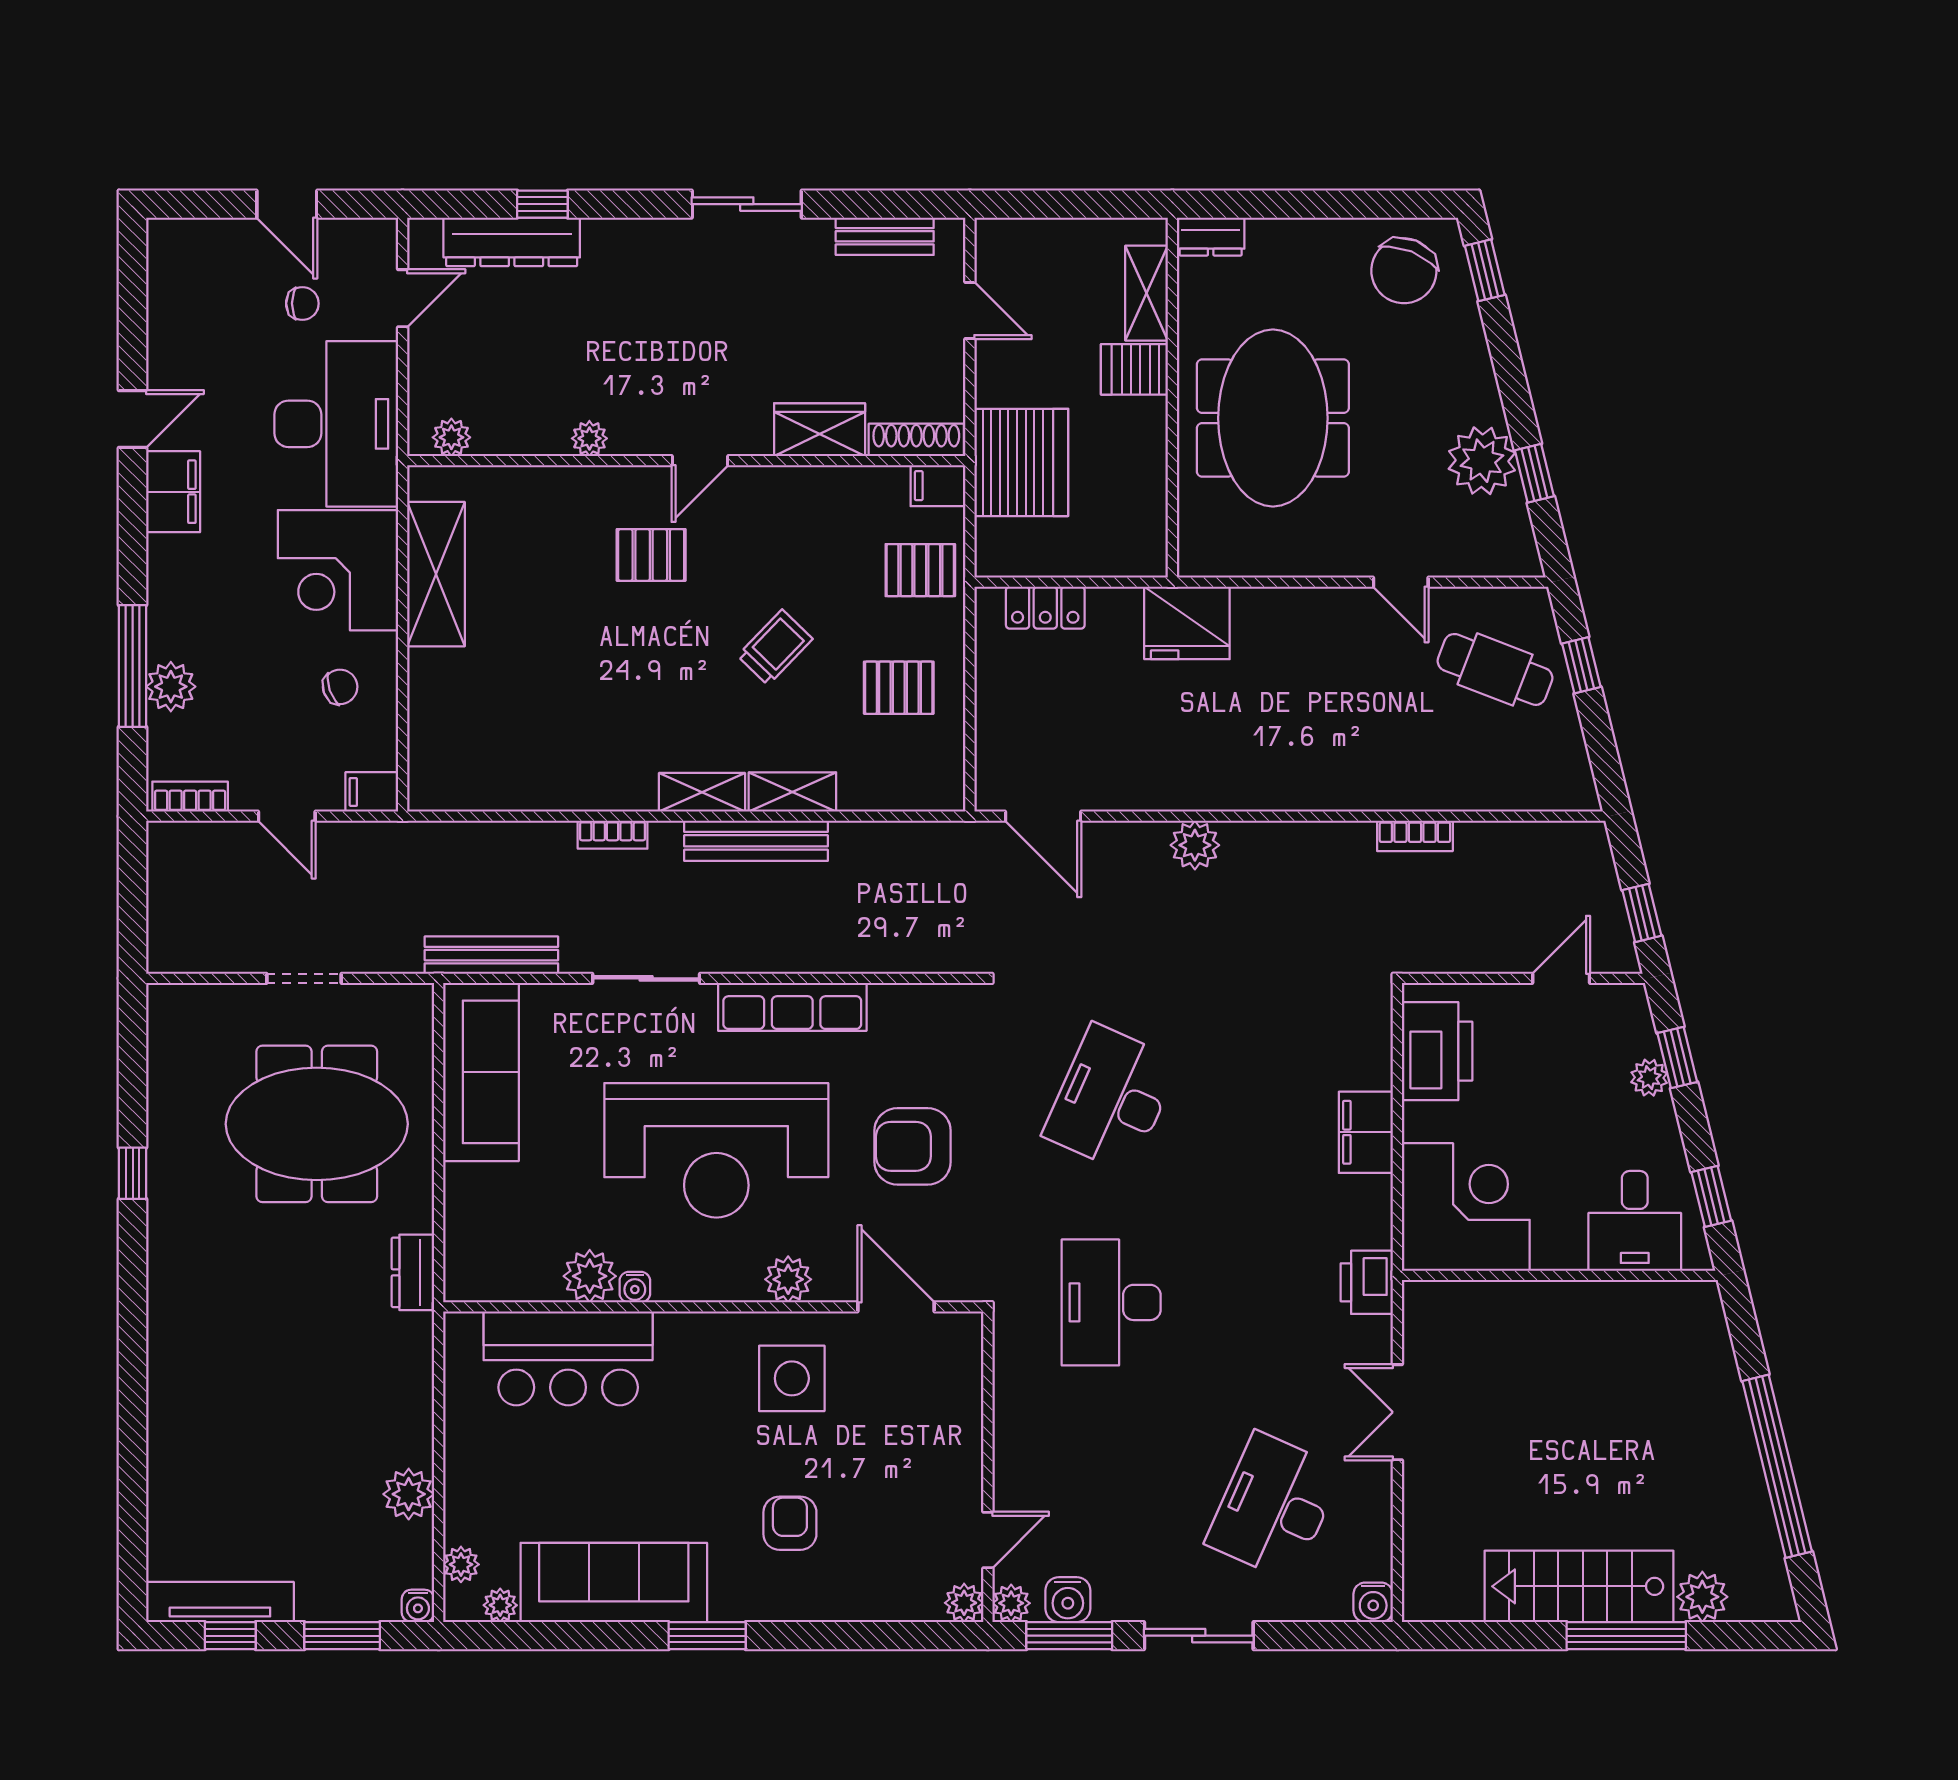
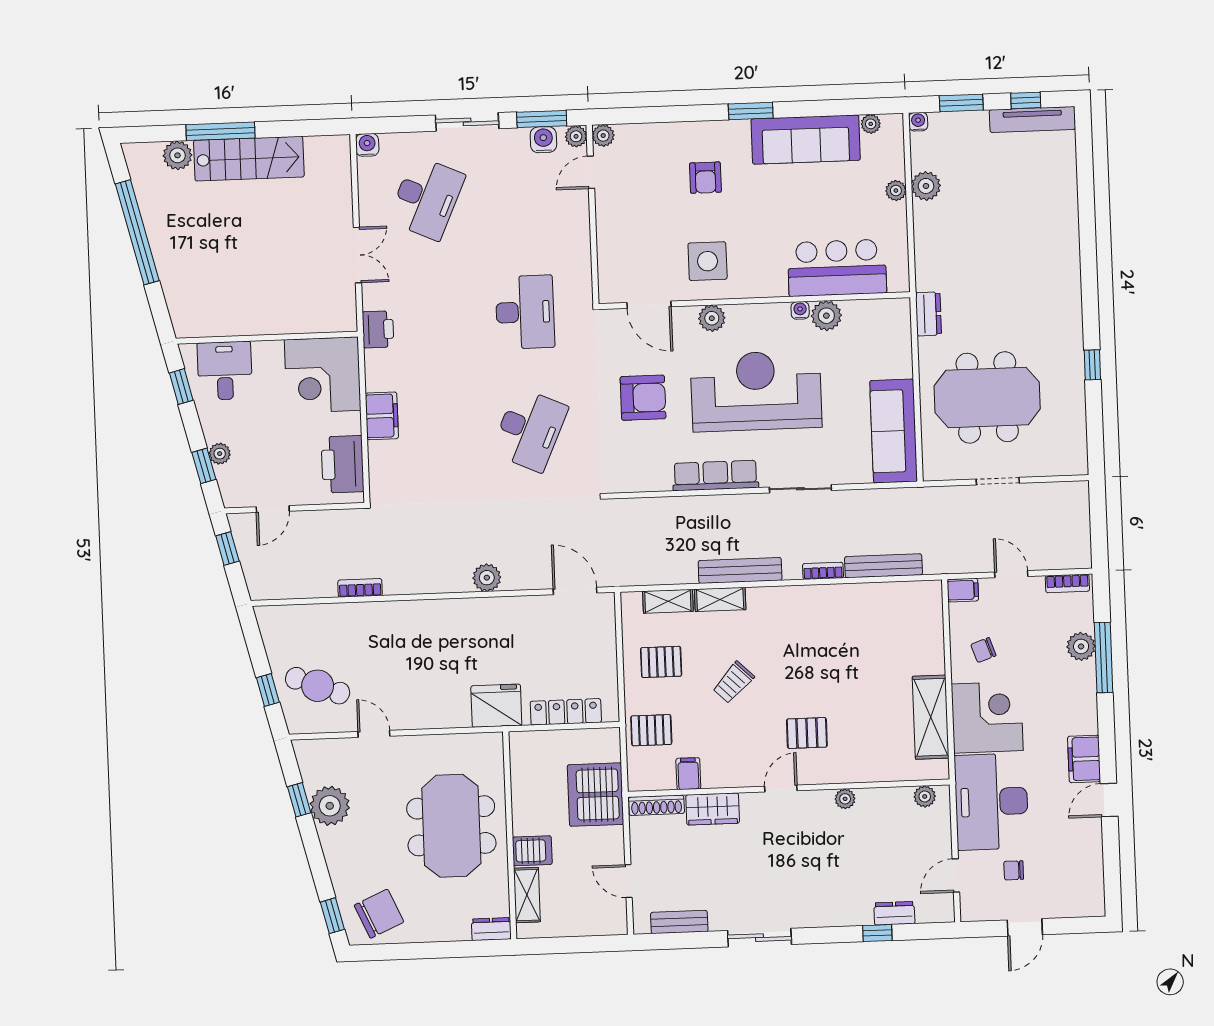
door: (287, 204) -> (1025, 927), swing flipped
dresser: (512, 242) -> (894, 913), width x0.51, depth x0.80
chair: (1404, 271) -> (379, 914), turned 44
filing cabinet: (938, 486) -> (688, 774), moved, turned -90
locker: (1045, 608) -> (566, 712), width x1.53
shelving: (702, 792) -> (668, 601), moved
bench: (491, 955) -> (883, 566), moved
plant: (461, 1564) -> (896, 191), moved

